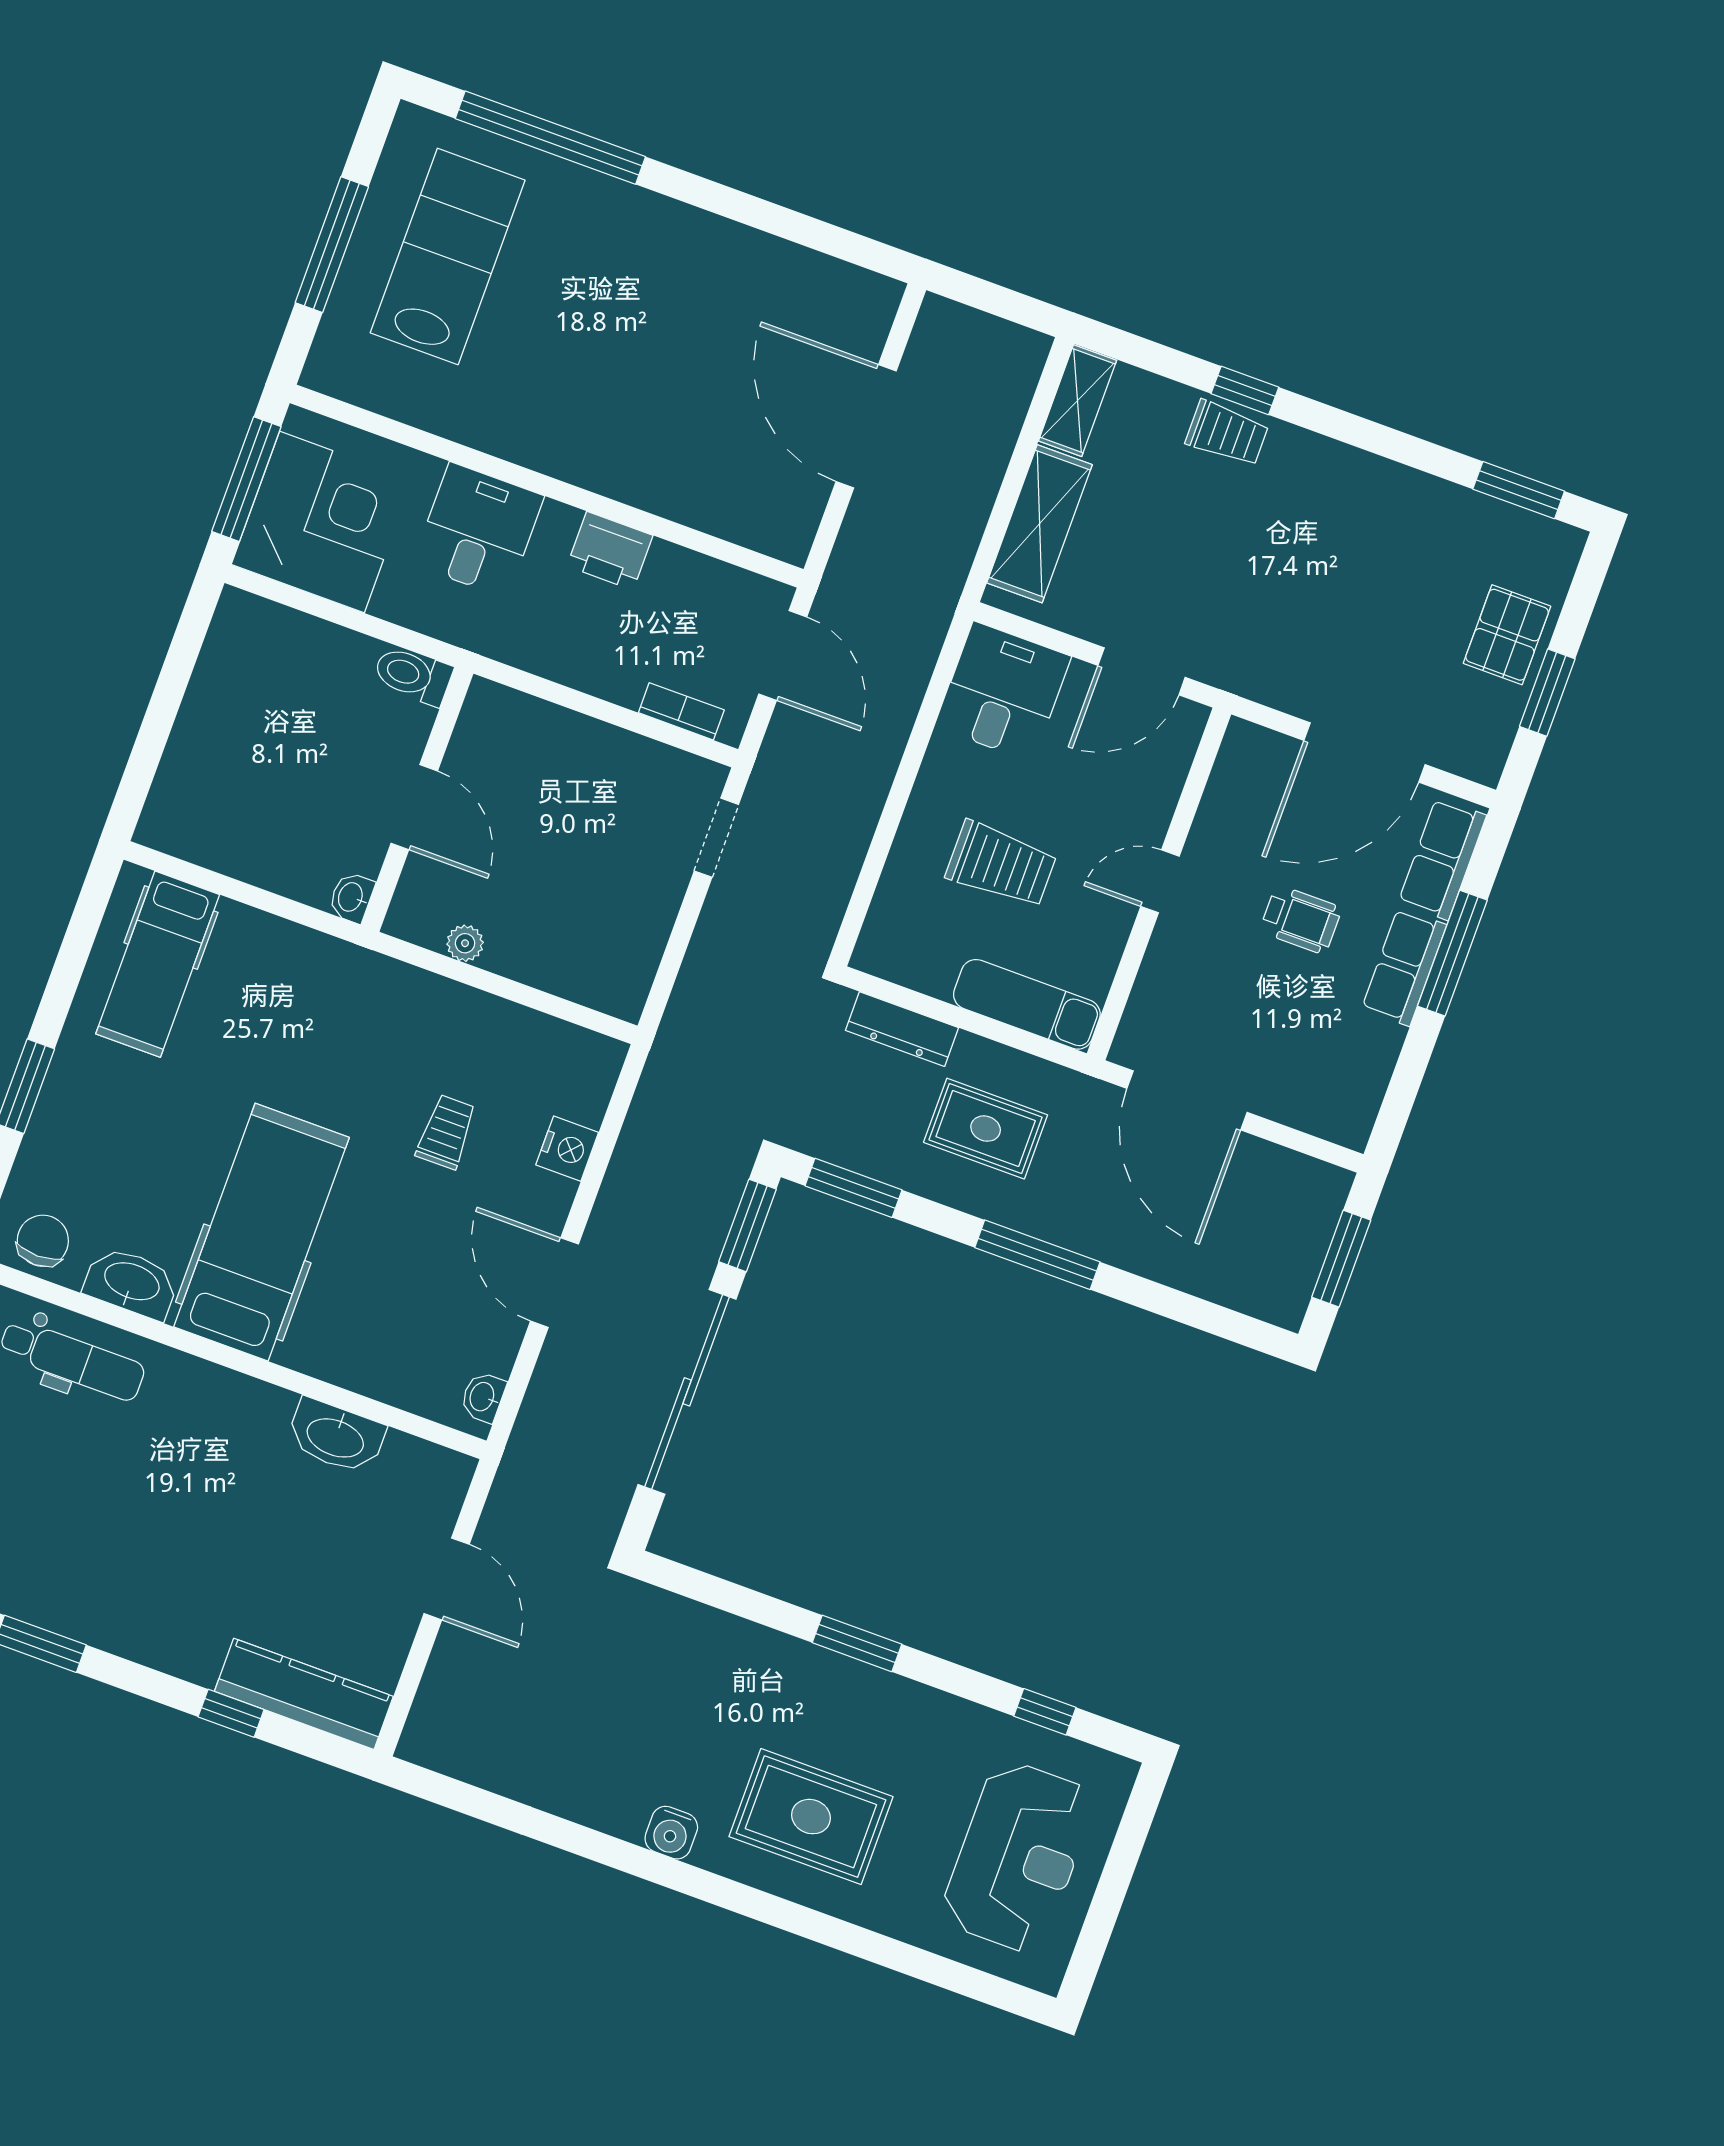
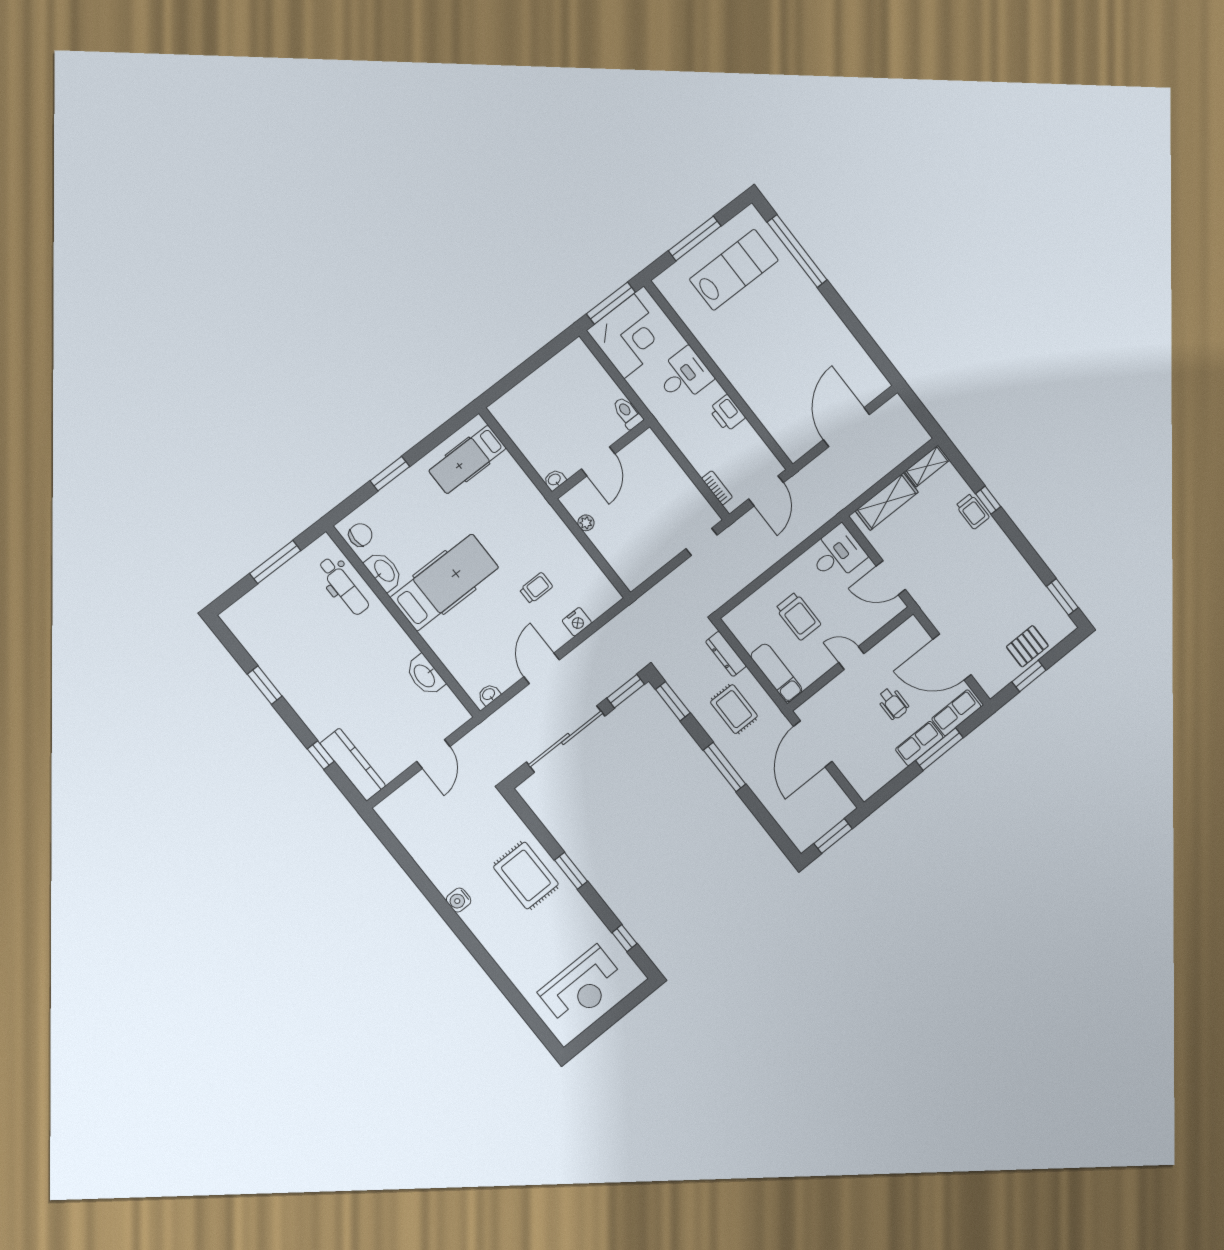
rug: (811, 1817) -> (526, 876), moved

